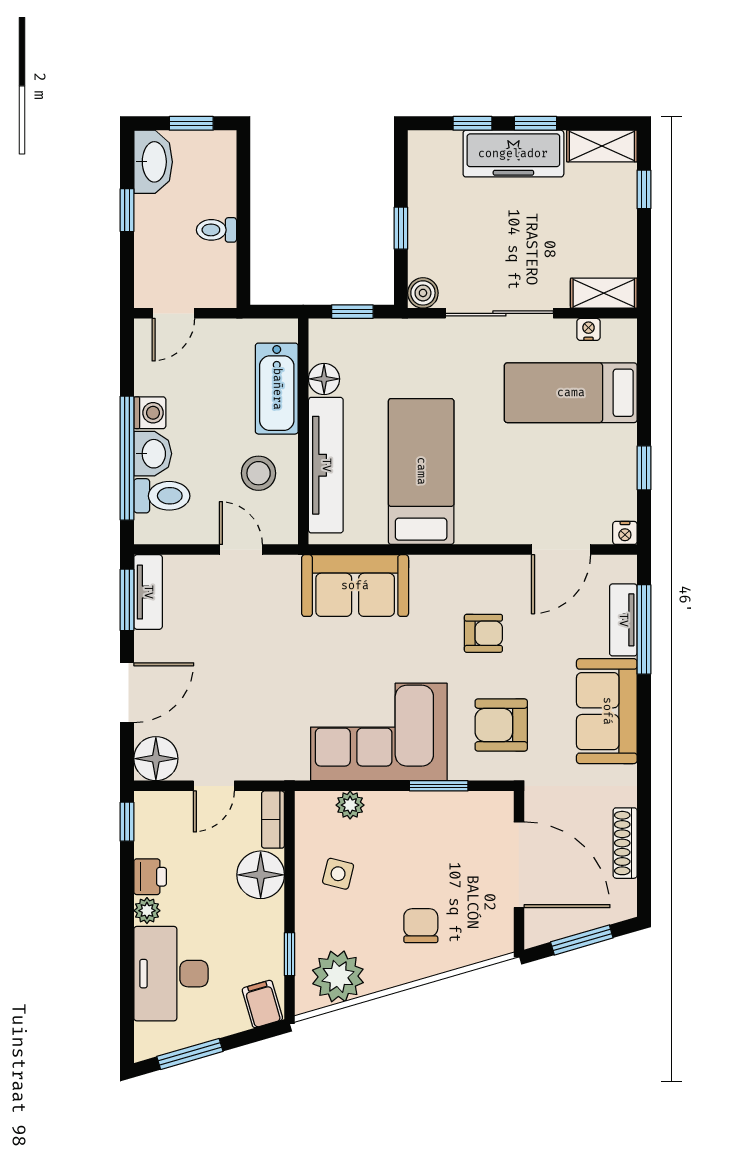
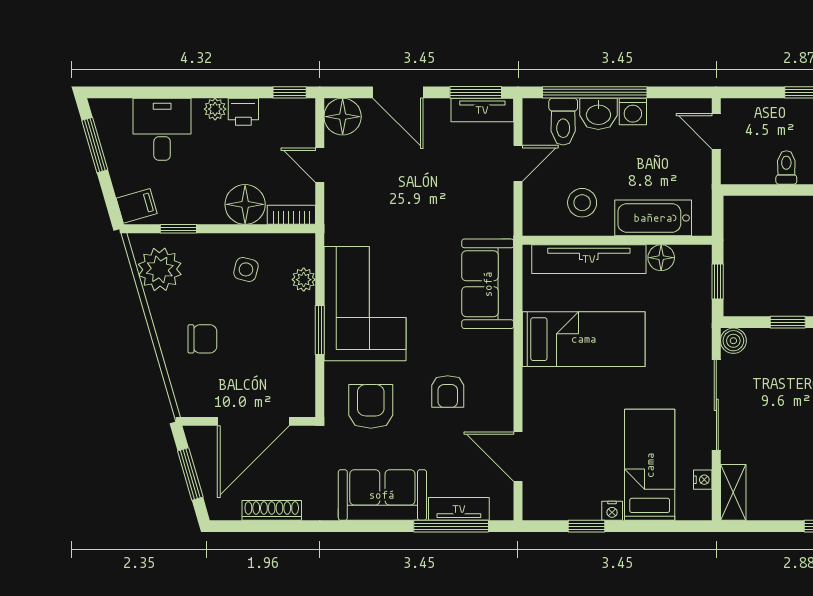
nightstand: (625, 533) -> (612, 511), moved, turned -90
door: (241, 550) -> (518, 163), moved
window: (439, 786) -> (320, 330), moved
desk: (171, 974) -> (162, 129), width x0.73

